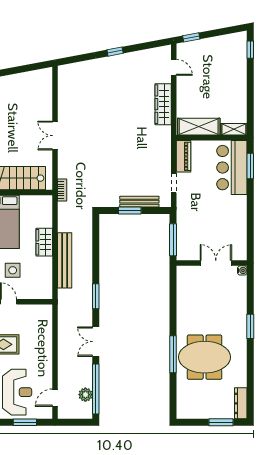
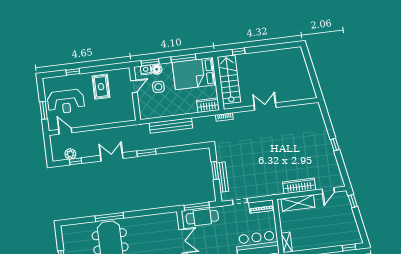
shelving: (199, 127) -> (298, 203), moved, turned 90
cafe table: (188, 234) -> (202, 217), added
wardrobe: (44, 242) -> (208, 105), moved
window: (96, 389) -> (76, 161), width x0.32

